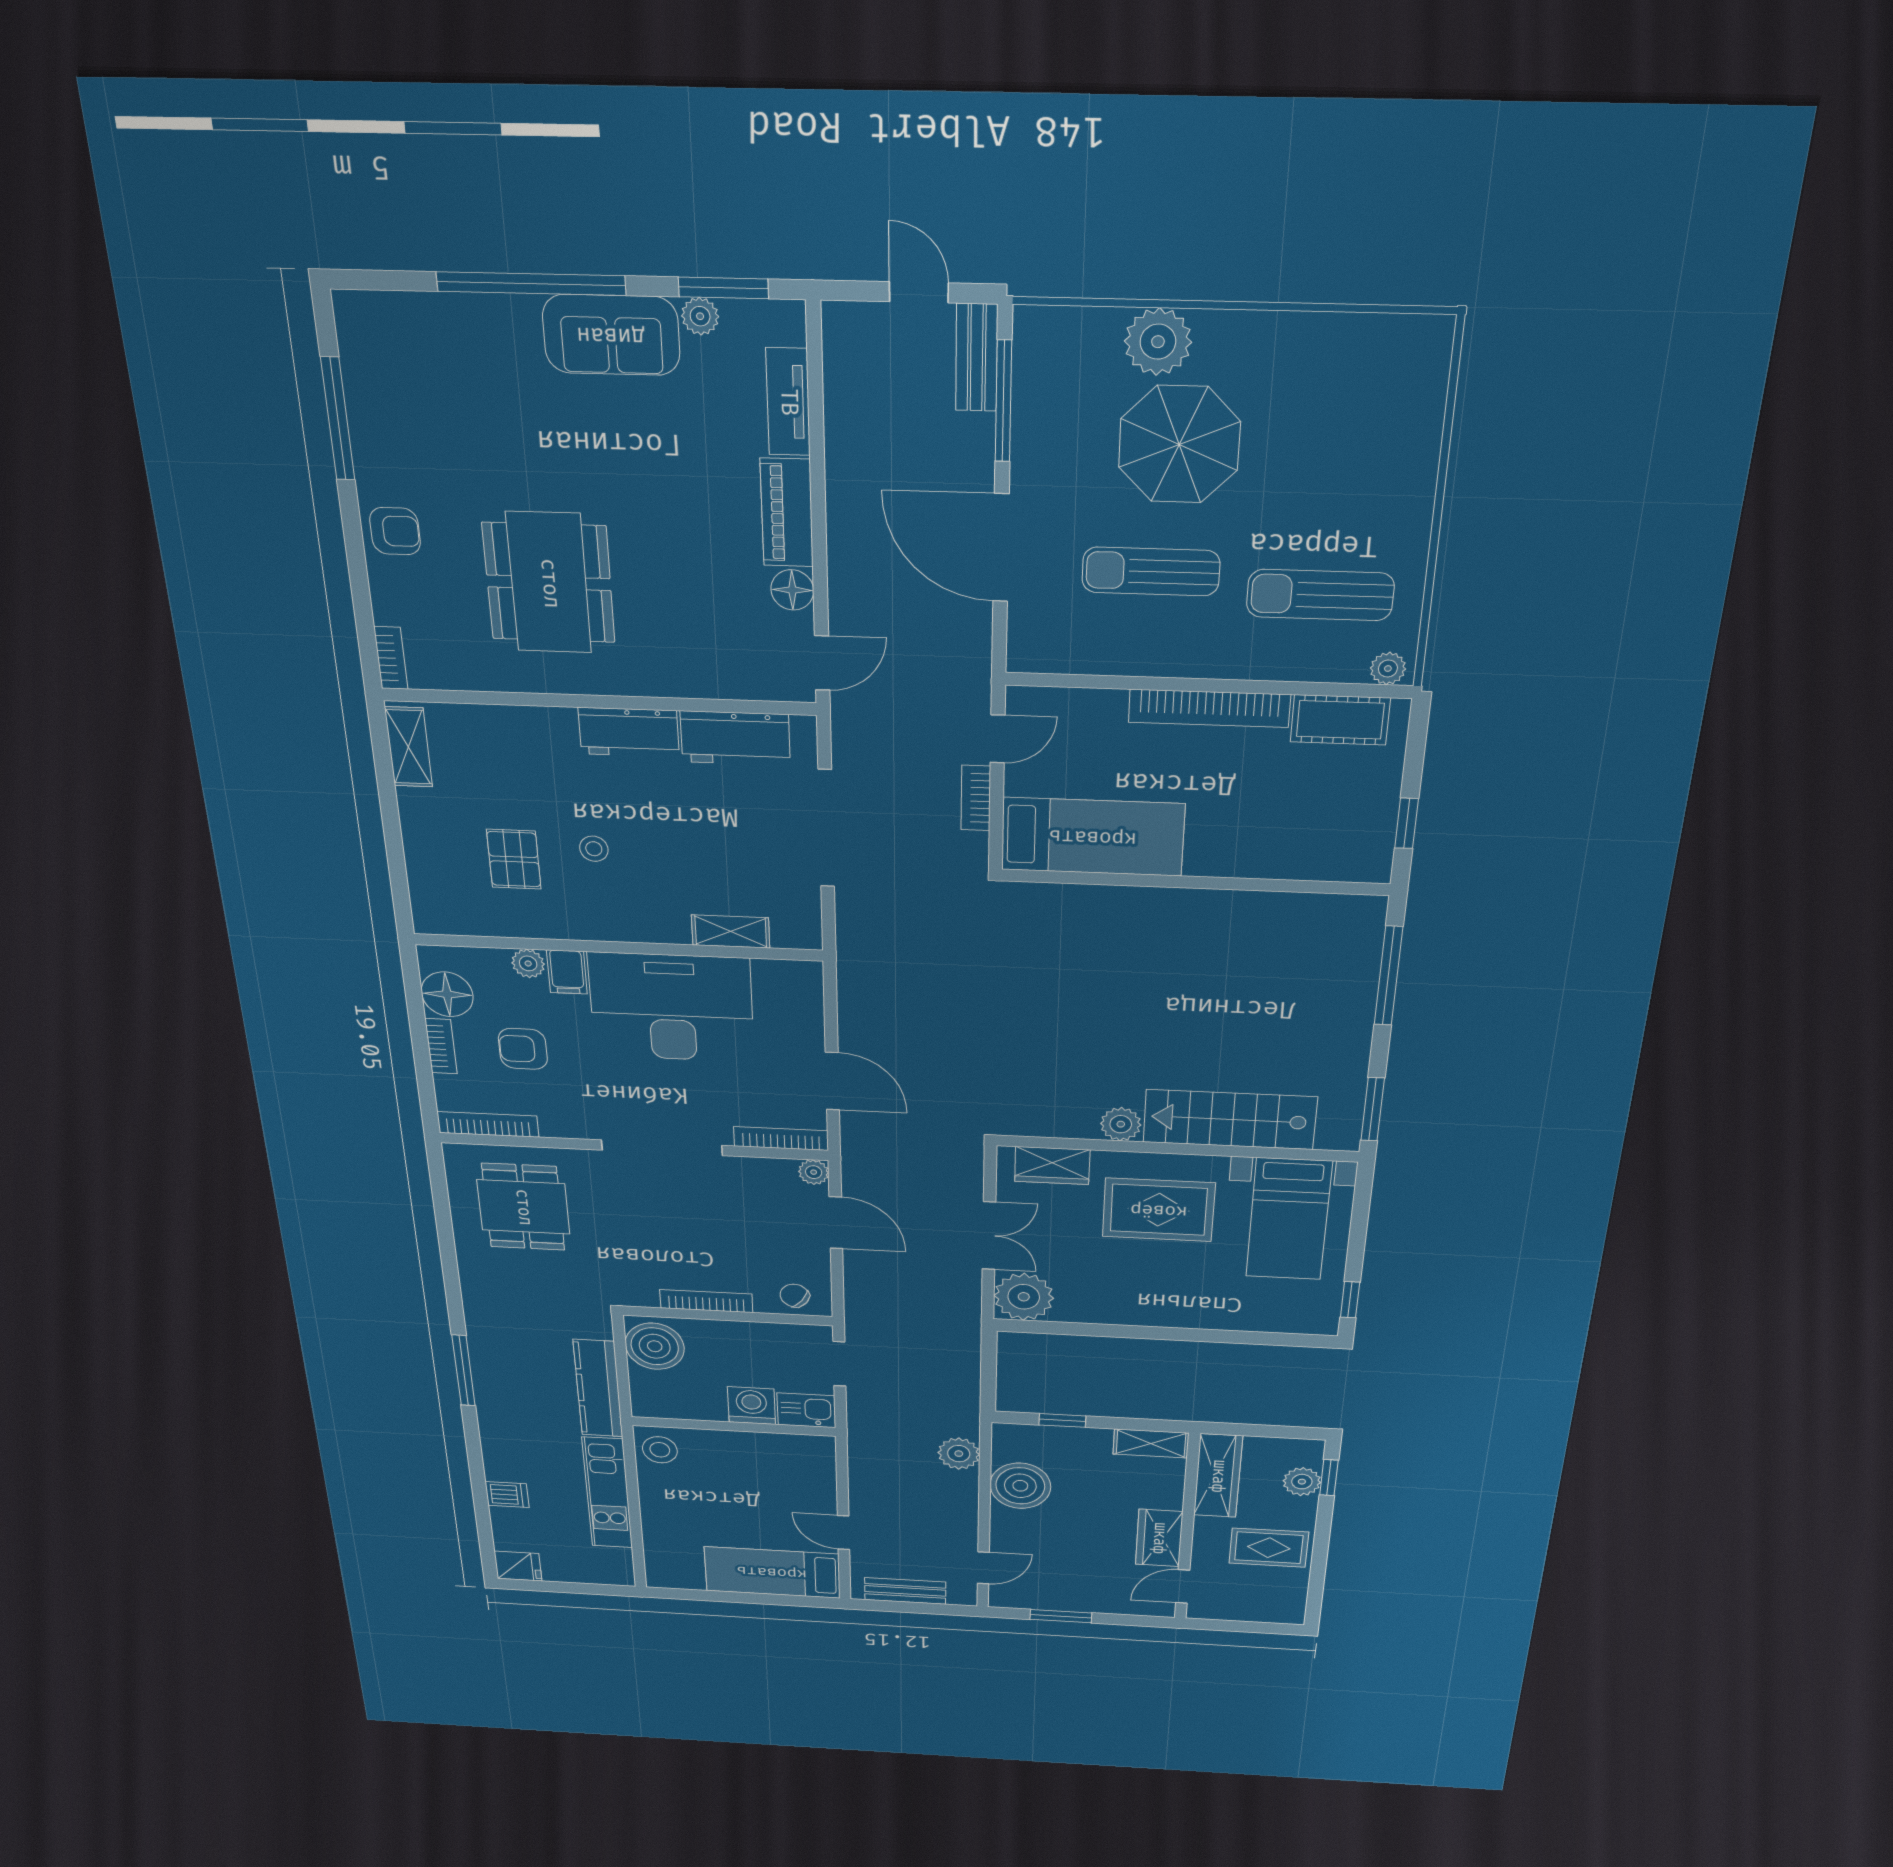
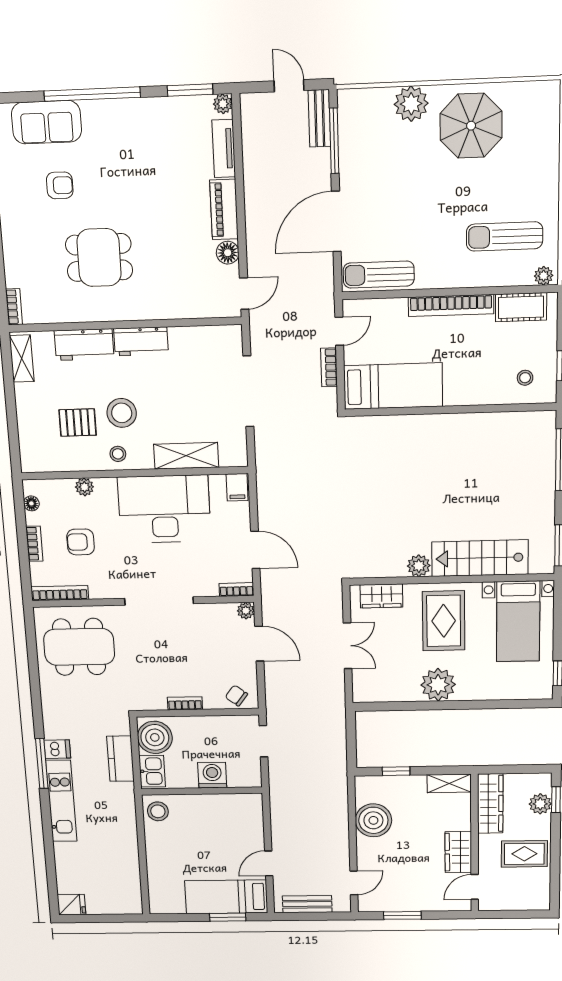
plant: (700, 316) -> (223, 104), moved
sofa: (611, 335) -> (46, 122), moved
parasol: (1179, 444) -> (471, 126), moved
armchair: (395, 531) -> (60, 185), moved
door: (1001, 548) -> (336, 221), hinge flipped
sun lounger: (1151, 571) -> (379, 274), moved
dining table: (549, 583) -> (99, 257), width x0.73
workbench: (735, 738) -> (84, 345), moved
stool: (1337, 839) -> (525, 378), added
stool: (594, 849) -> (122, 413), width x1.89, depth x1.89
pallet: (514, 859) -> (78, 422), turned 90
stool: (588, 915) -> (118, 454), added
shelving: (731, 931) -> (186, 456), width x1.50, depth x1.33
filing cabinet: (567, 972) -> (237, 487), moved
floor lamp: (447, 994) -> (31, 503), width x0.53, depth x0.53
bookcase: (781, 1138) -> (236, 589), width x0.64
dining table: (523, 1207) -> (79, 647), width x1.38
rug: (1159, 1210) -> (444, 621), turned 90
plant: (1024, 1297) -> (438, 685), moved
bookcase: (706, 1301) -> (185, 703), width x0.64
kitchen counter: (598, 1388) -> (120, 759), width x0.67
kitchen sink: (806, 1410) -> (152, 771), moved, turned 90
plant: (959, 1454) -> (336, 800), removed
kitchen unit: (607, 1493) -> (61, 801), moved, turned 180
dishwasher: (507, 1495) -> (57, 749), moved
door: (844, 1533) -> (269, 863), hinge flipped
window: (774, 1599) -> (228, 917), added

